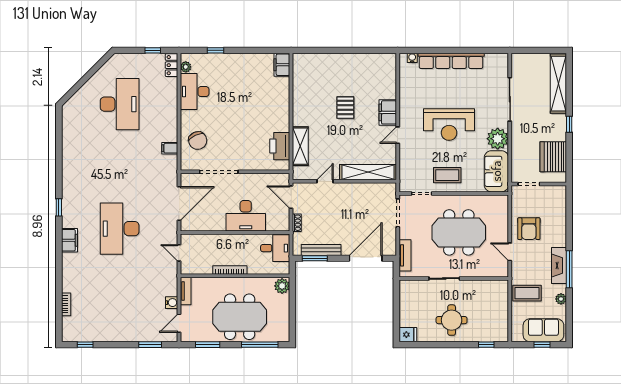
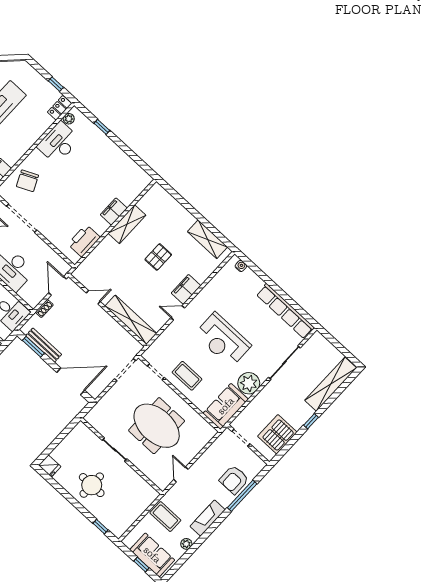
shelving: (369, 61) -> (207, 239), added
row of seats: (451, 61) -> (285, 311), moved
filing cabinet: (282, 65) -> (114, 211), moved
shelving: (300, 146) -> (127, 224), moved
armchair: (529, 229) -> (234, 480), moved
tv unit: (405, 255) -> (102, 406), removed
window: (569, 269) -> (242, 496), moved

